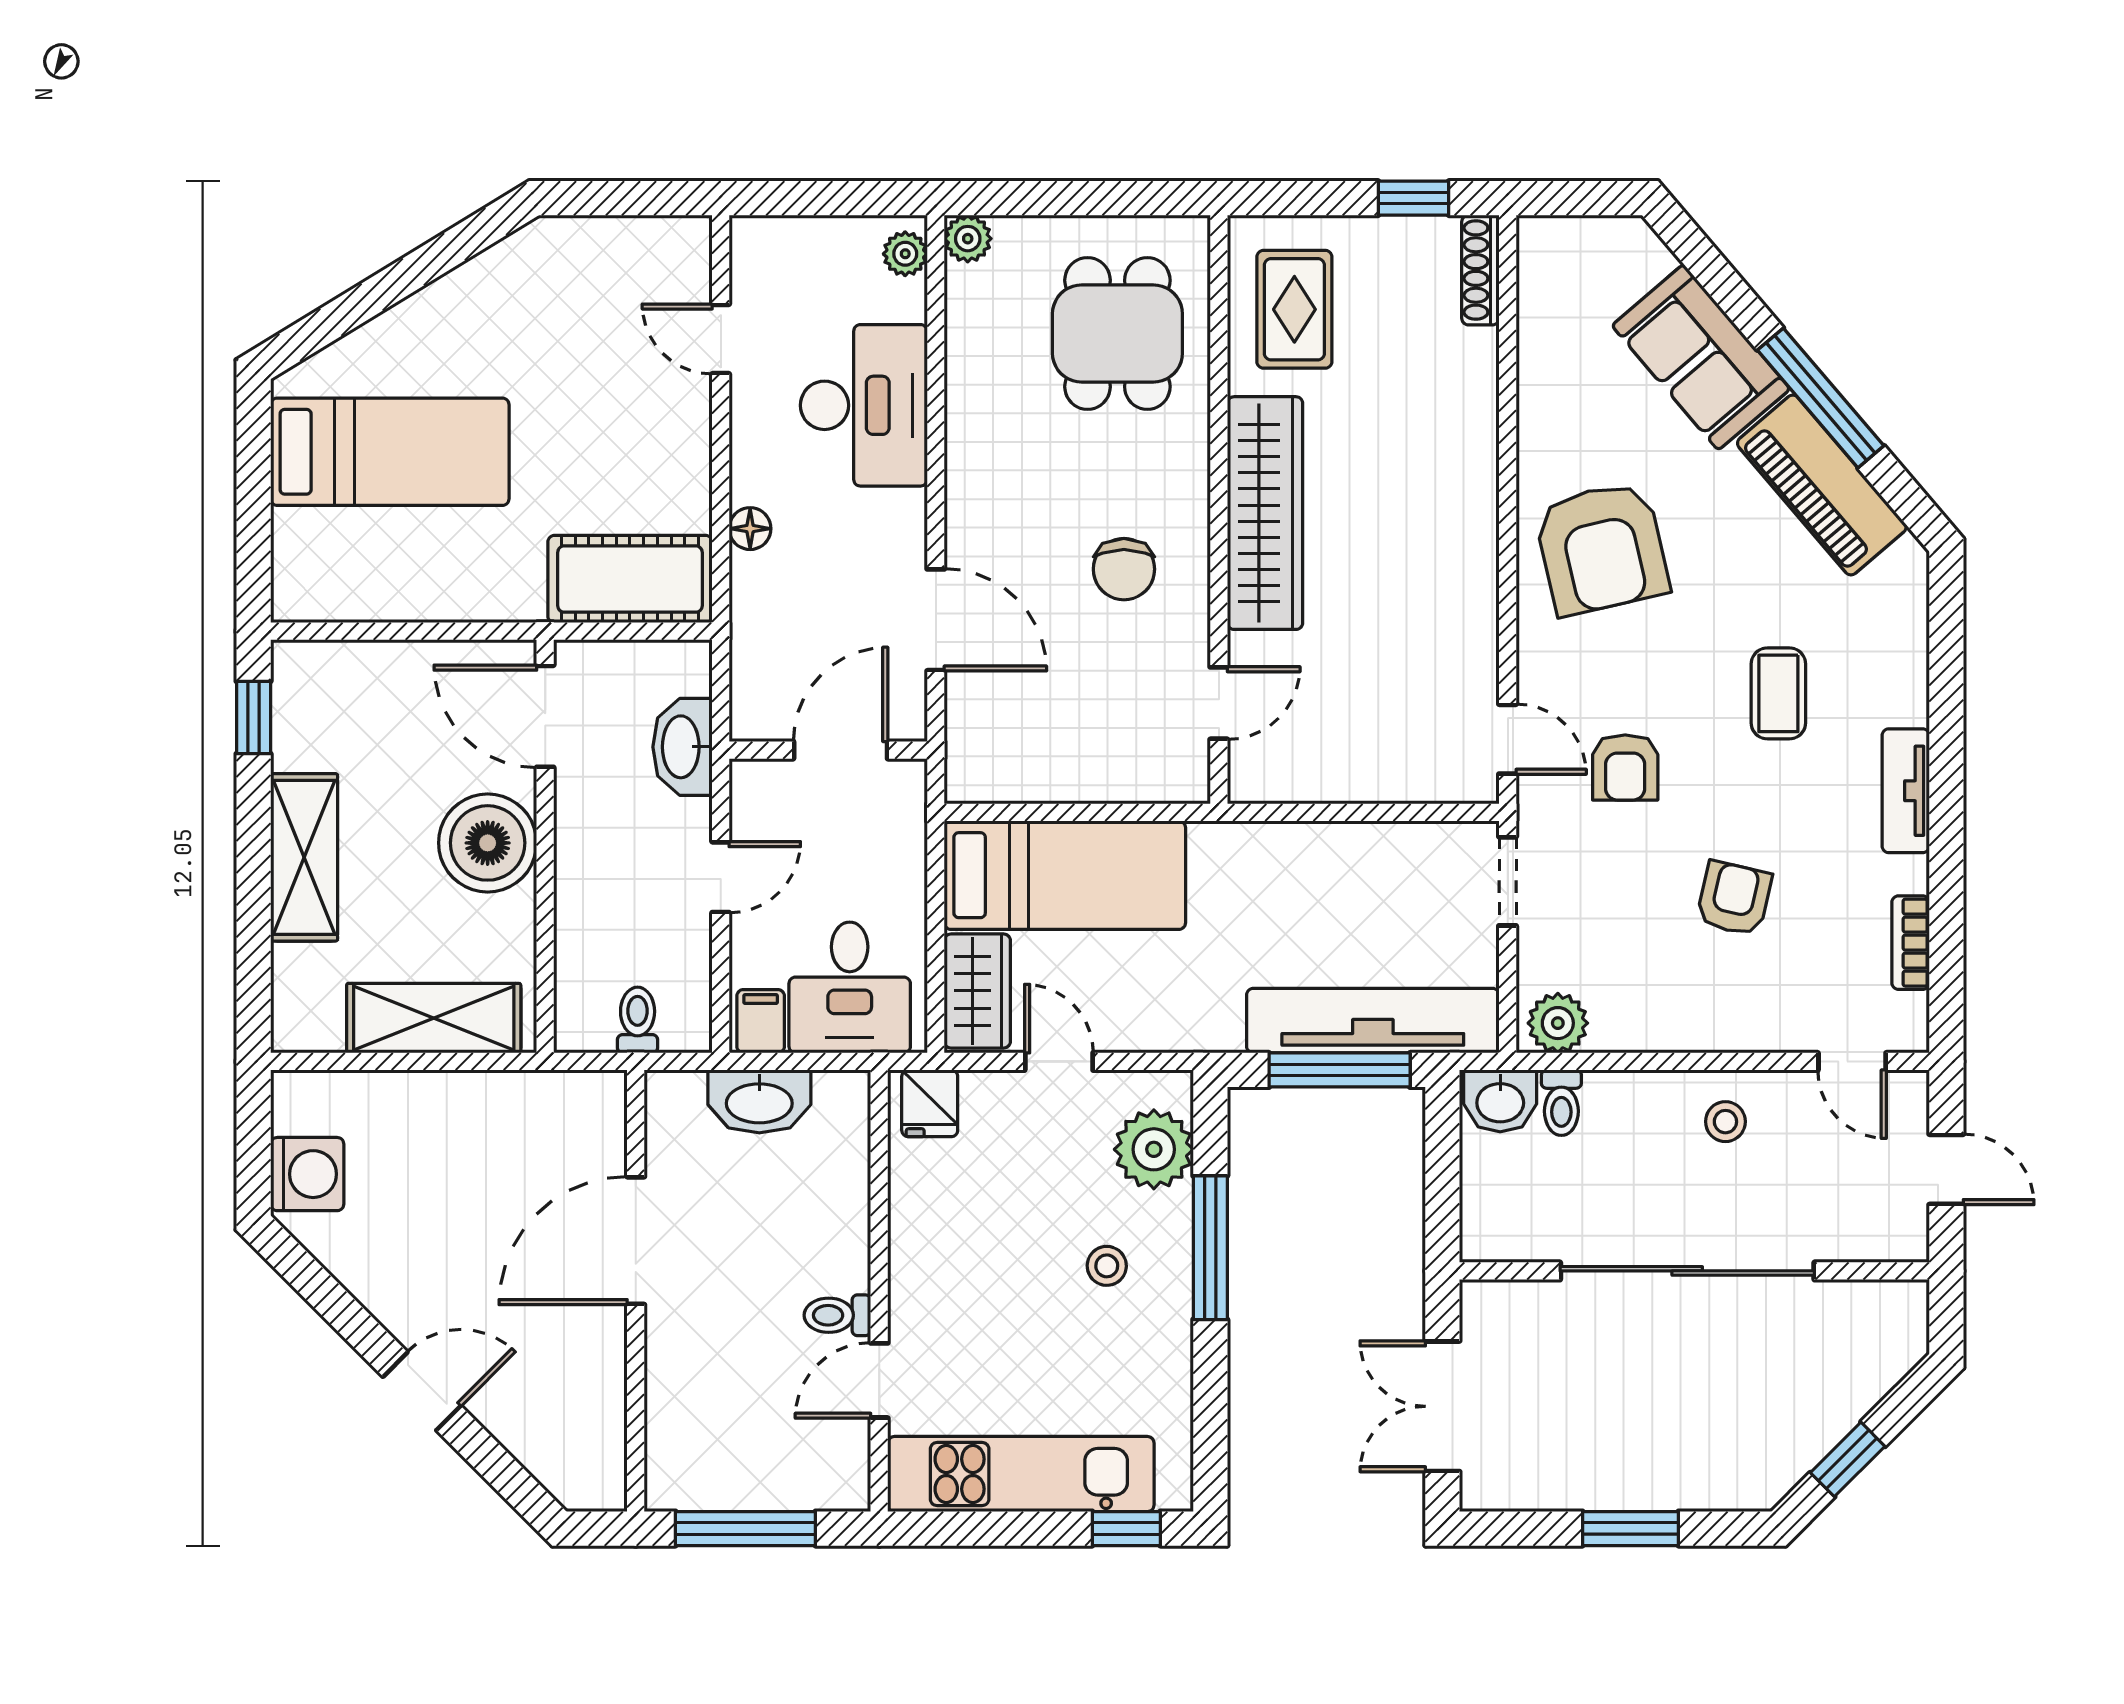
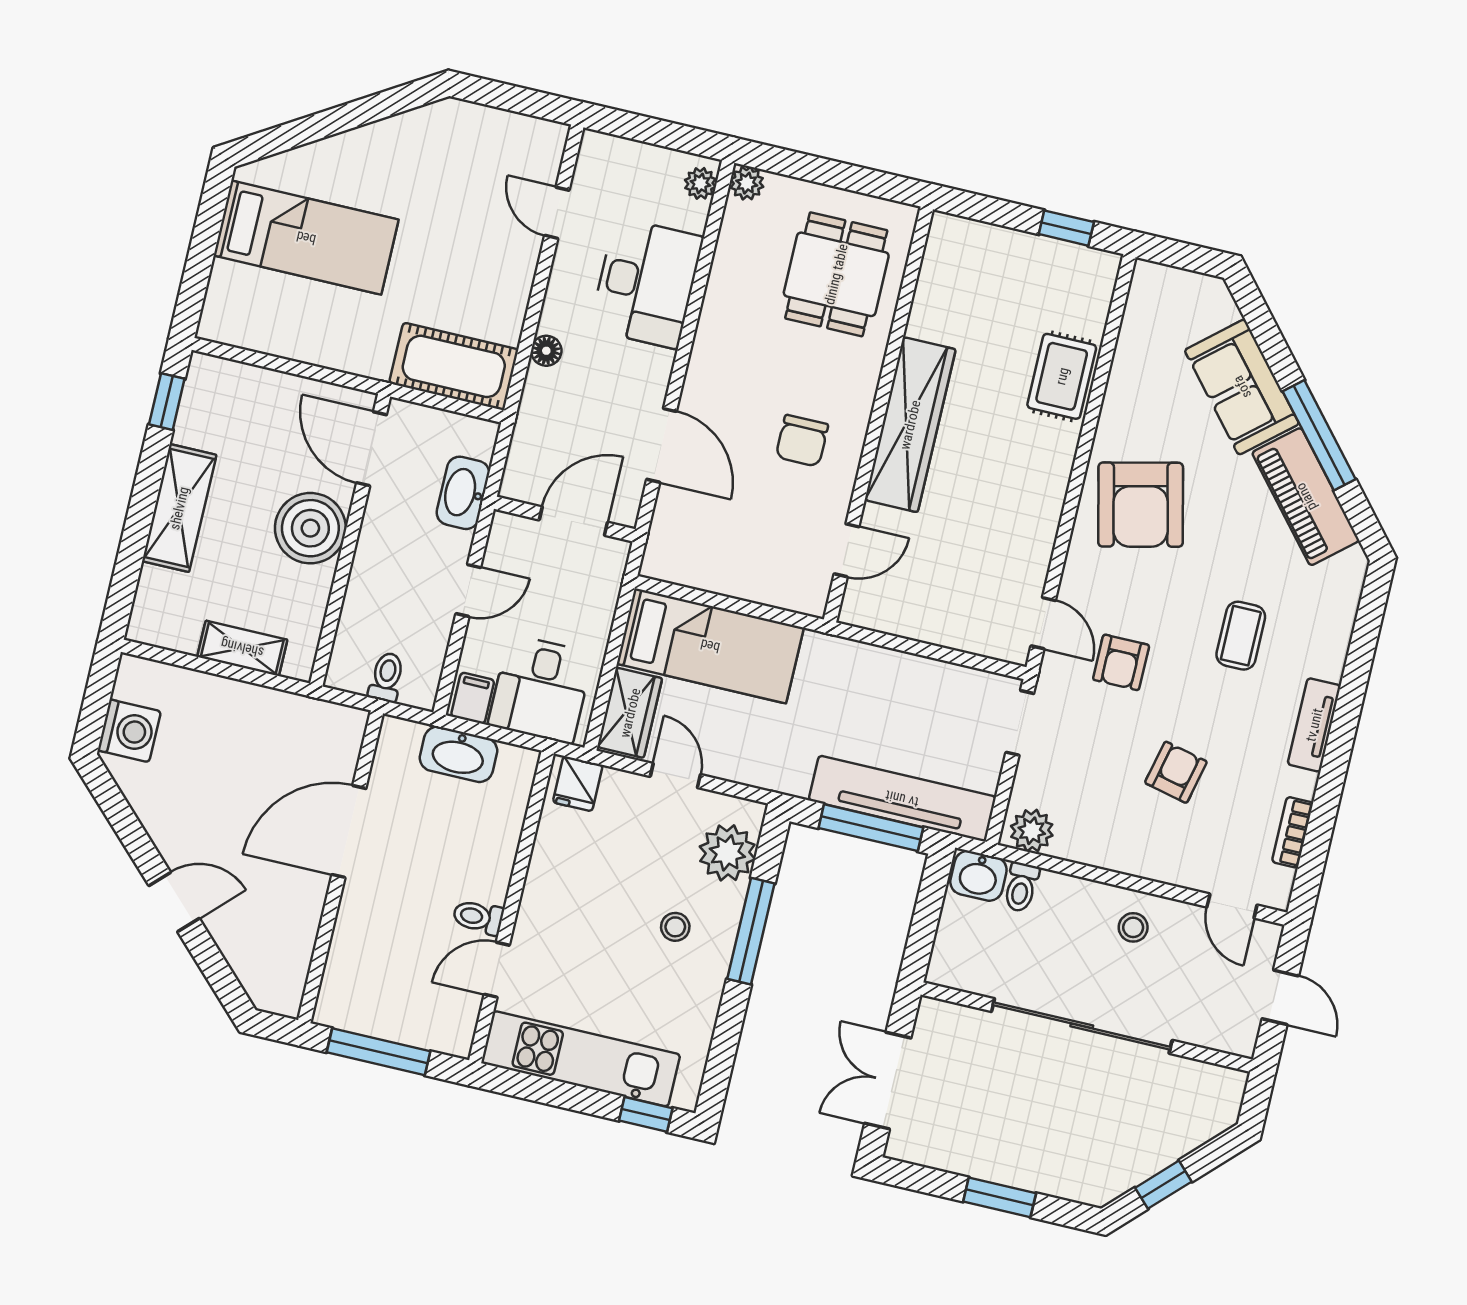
shoe rack: (1480, 270) -> (1101, 289), removed
rug: (1294, 309) -> (1062, 376), moved
shelving: (434, 1018) -> (242, 648), width x0.67, depth x0.75

